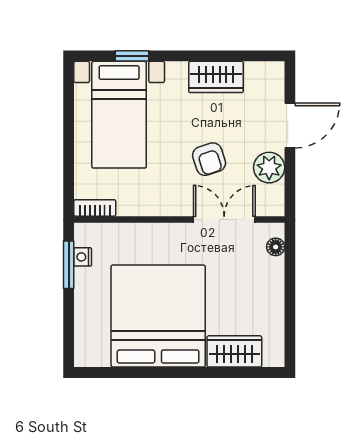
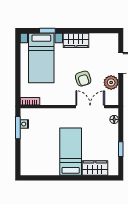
wardrobe: (216, 77) -> (76, 40), moved
window: (290, 311) -> (121, 149), added
bed: (158, 316) -> (71, 152), width x0.49

